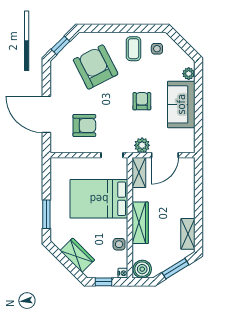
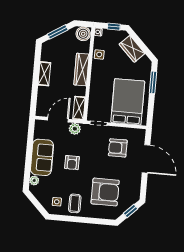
armchair: (96, 67) -> (105, 192), turned -63
bed: (99, 199) -> (128, 102), moved, turned -90
shelving: (188, 234) -> (44, 74), moved

